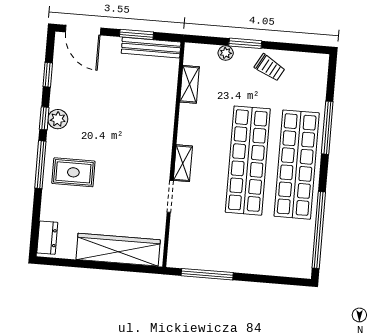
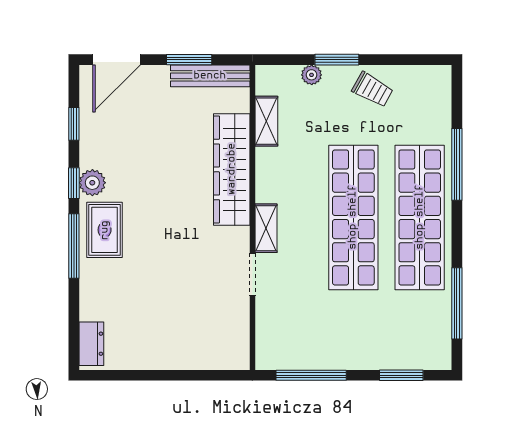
door: (83, 30) -> (117, 60), hinge flipped
rug: (73, 172) -> (105, 230), moved, turned 90
window: (319, 230) -> (457, 303), width x0.68
wardrobe: (118, 250) -> (232, 169), moved, turned -90
window: (273, 280) -> (401, 375), added

